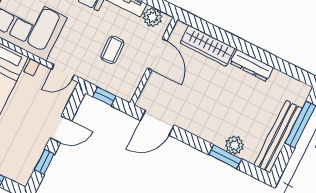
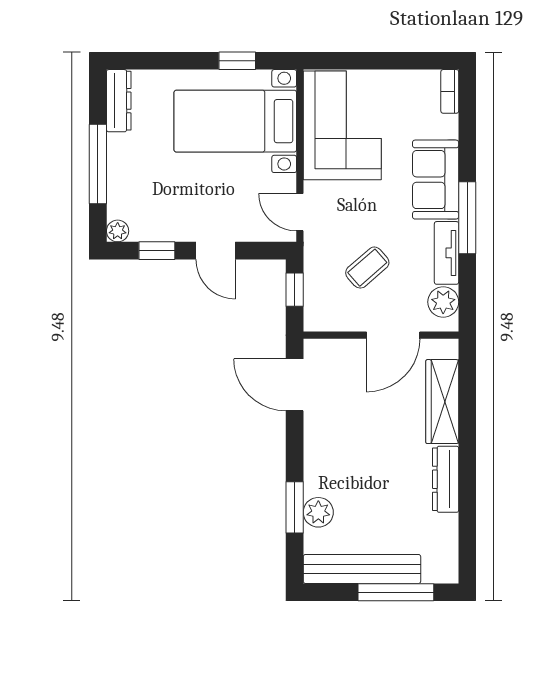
coffee table: (112, 50) -> (367, 268), turned -40
plant: (23, 178) -> (118, 231), added

